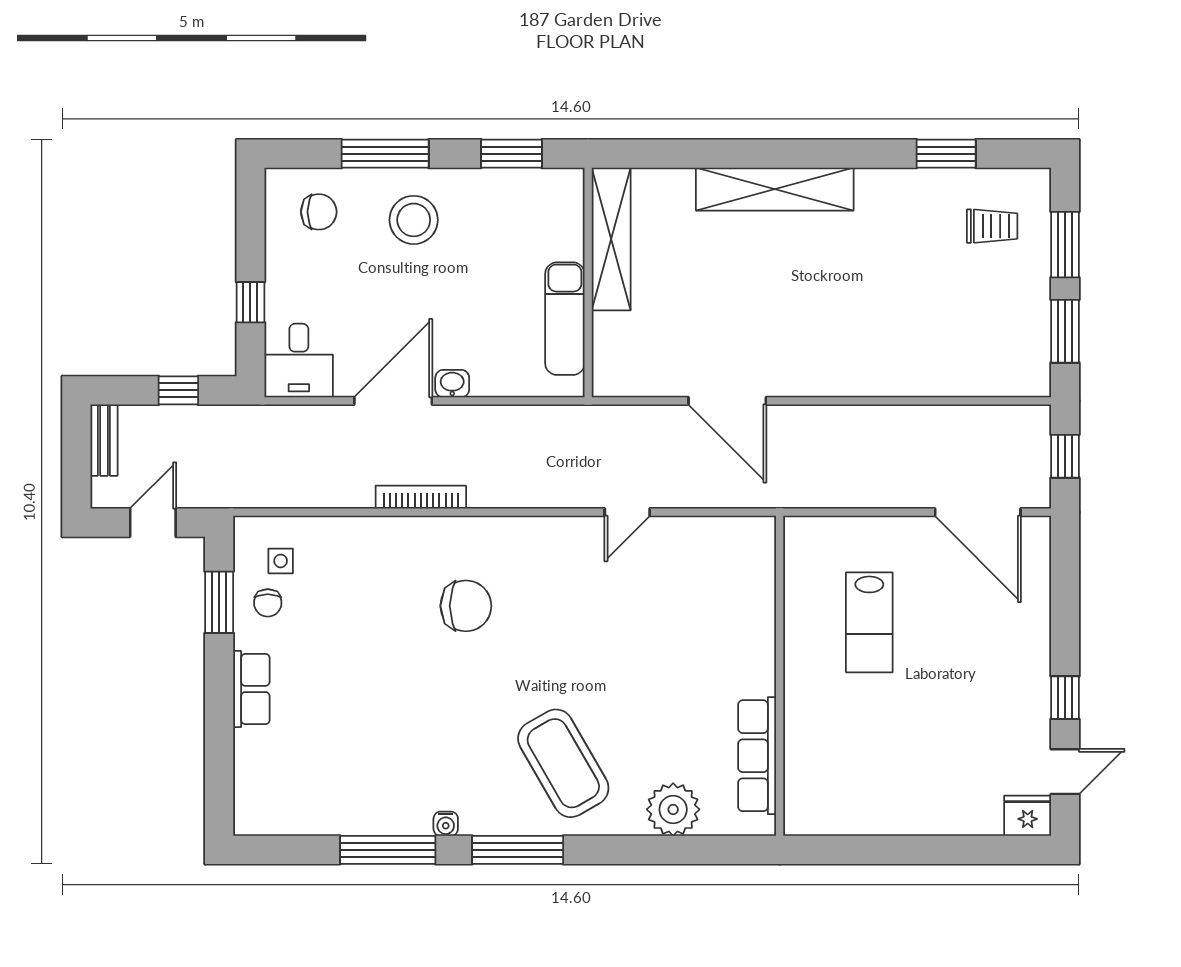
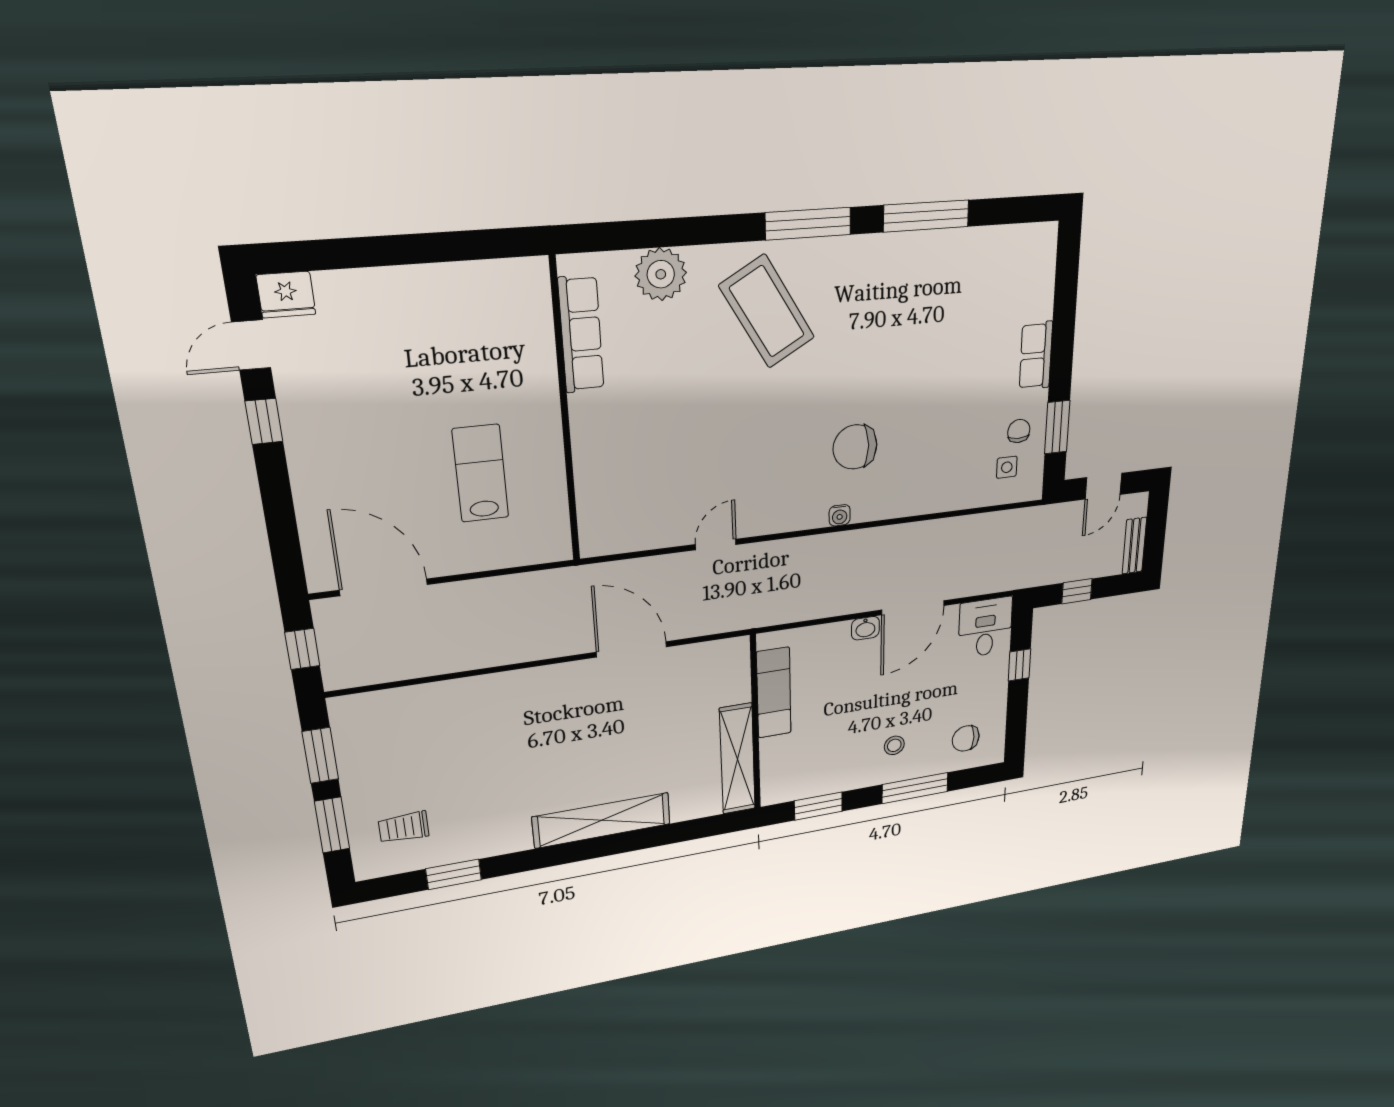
stool: (414, 220) -> (894, 745), width x0.53, depth x0.53
bookcase: (421, 497) -> (892, 534), removed
water cooler: (446, 824) -> (840, 515), moved, turned 180

